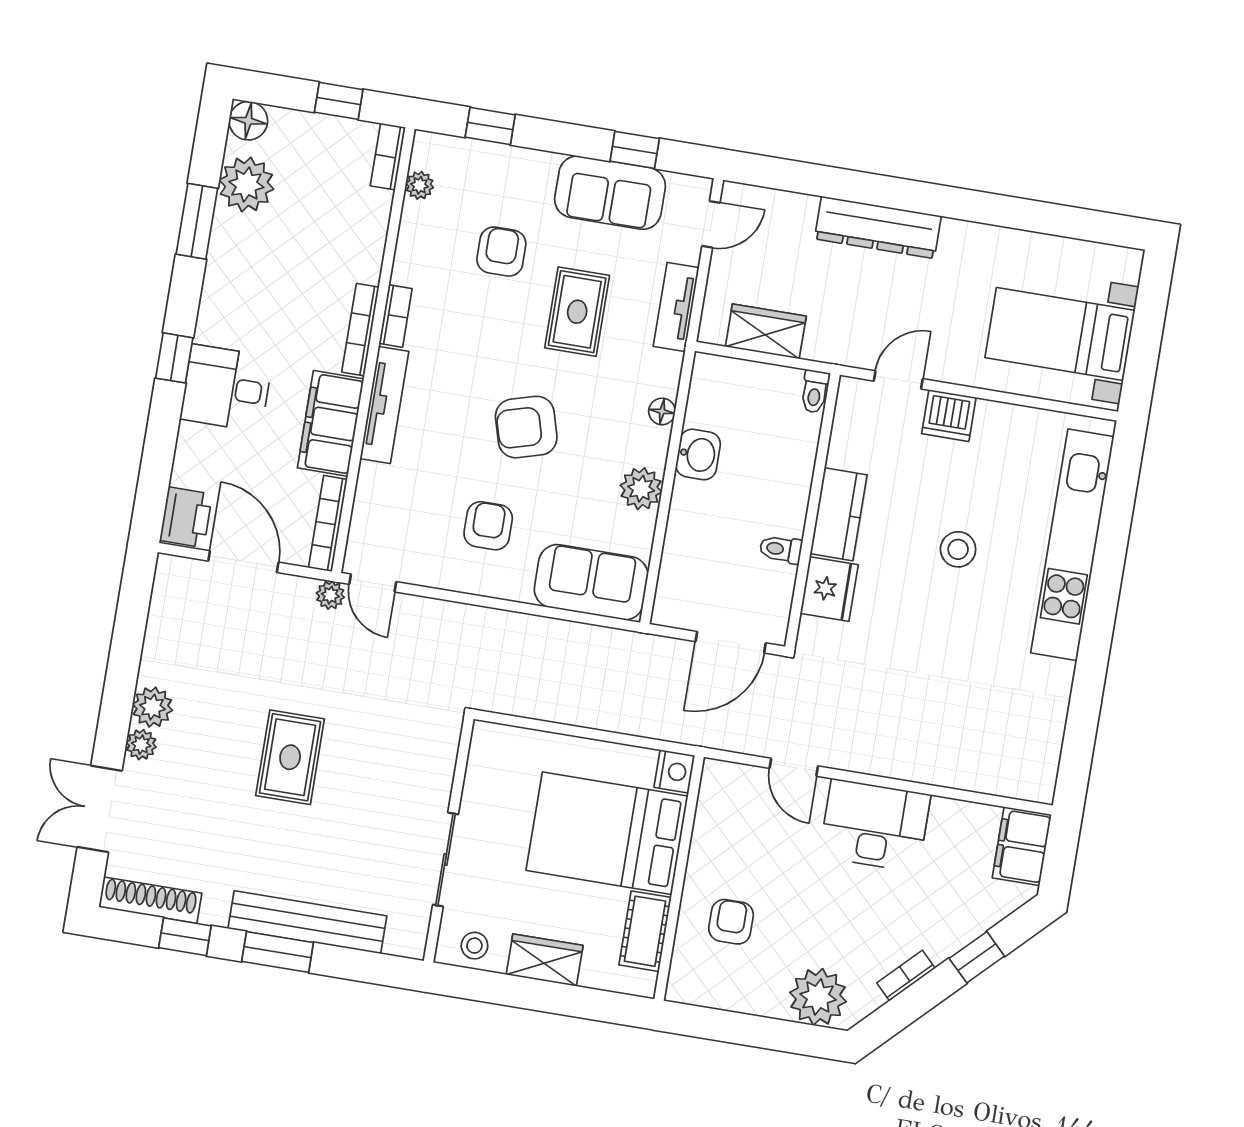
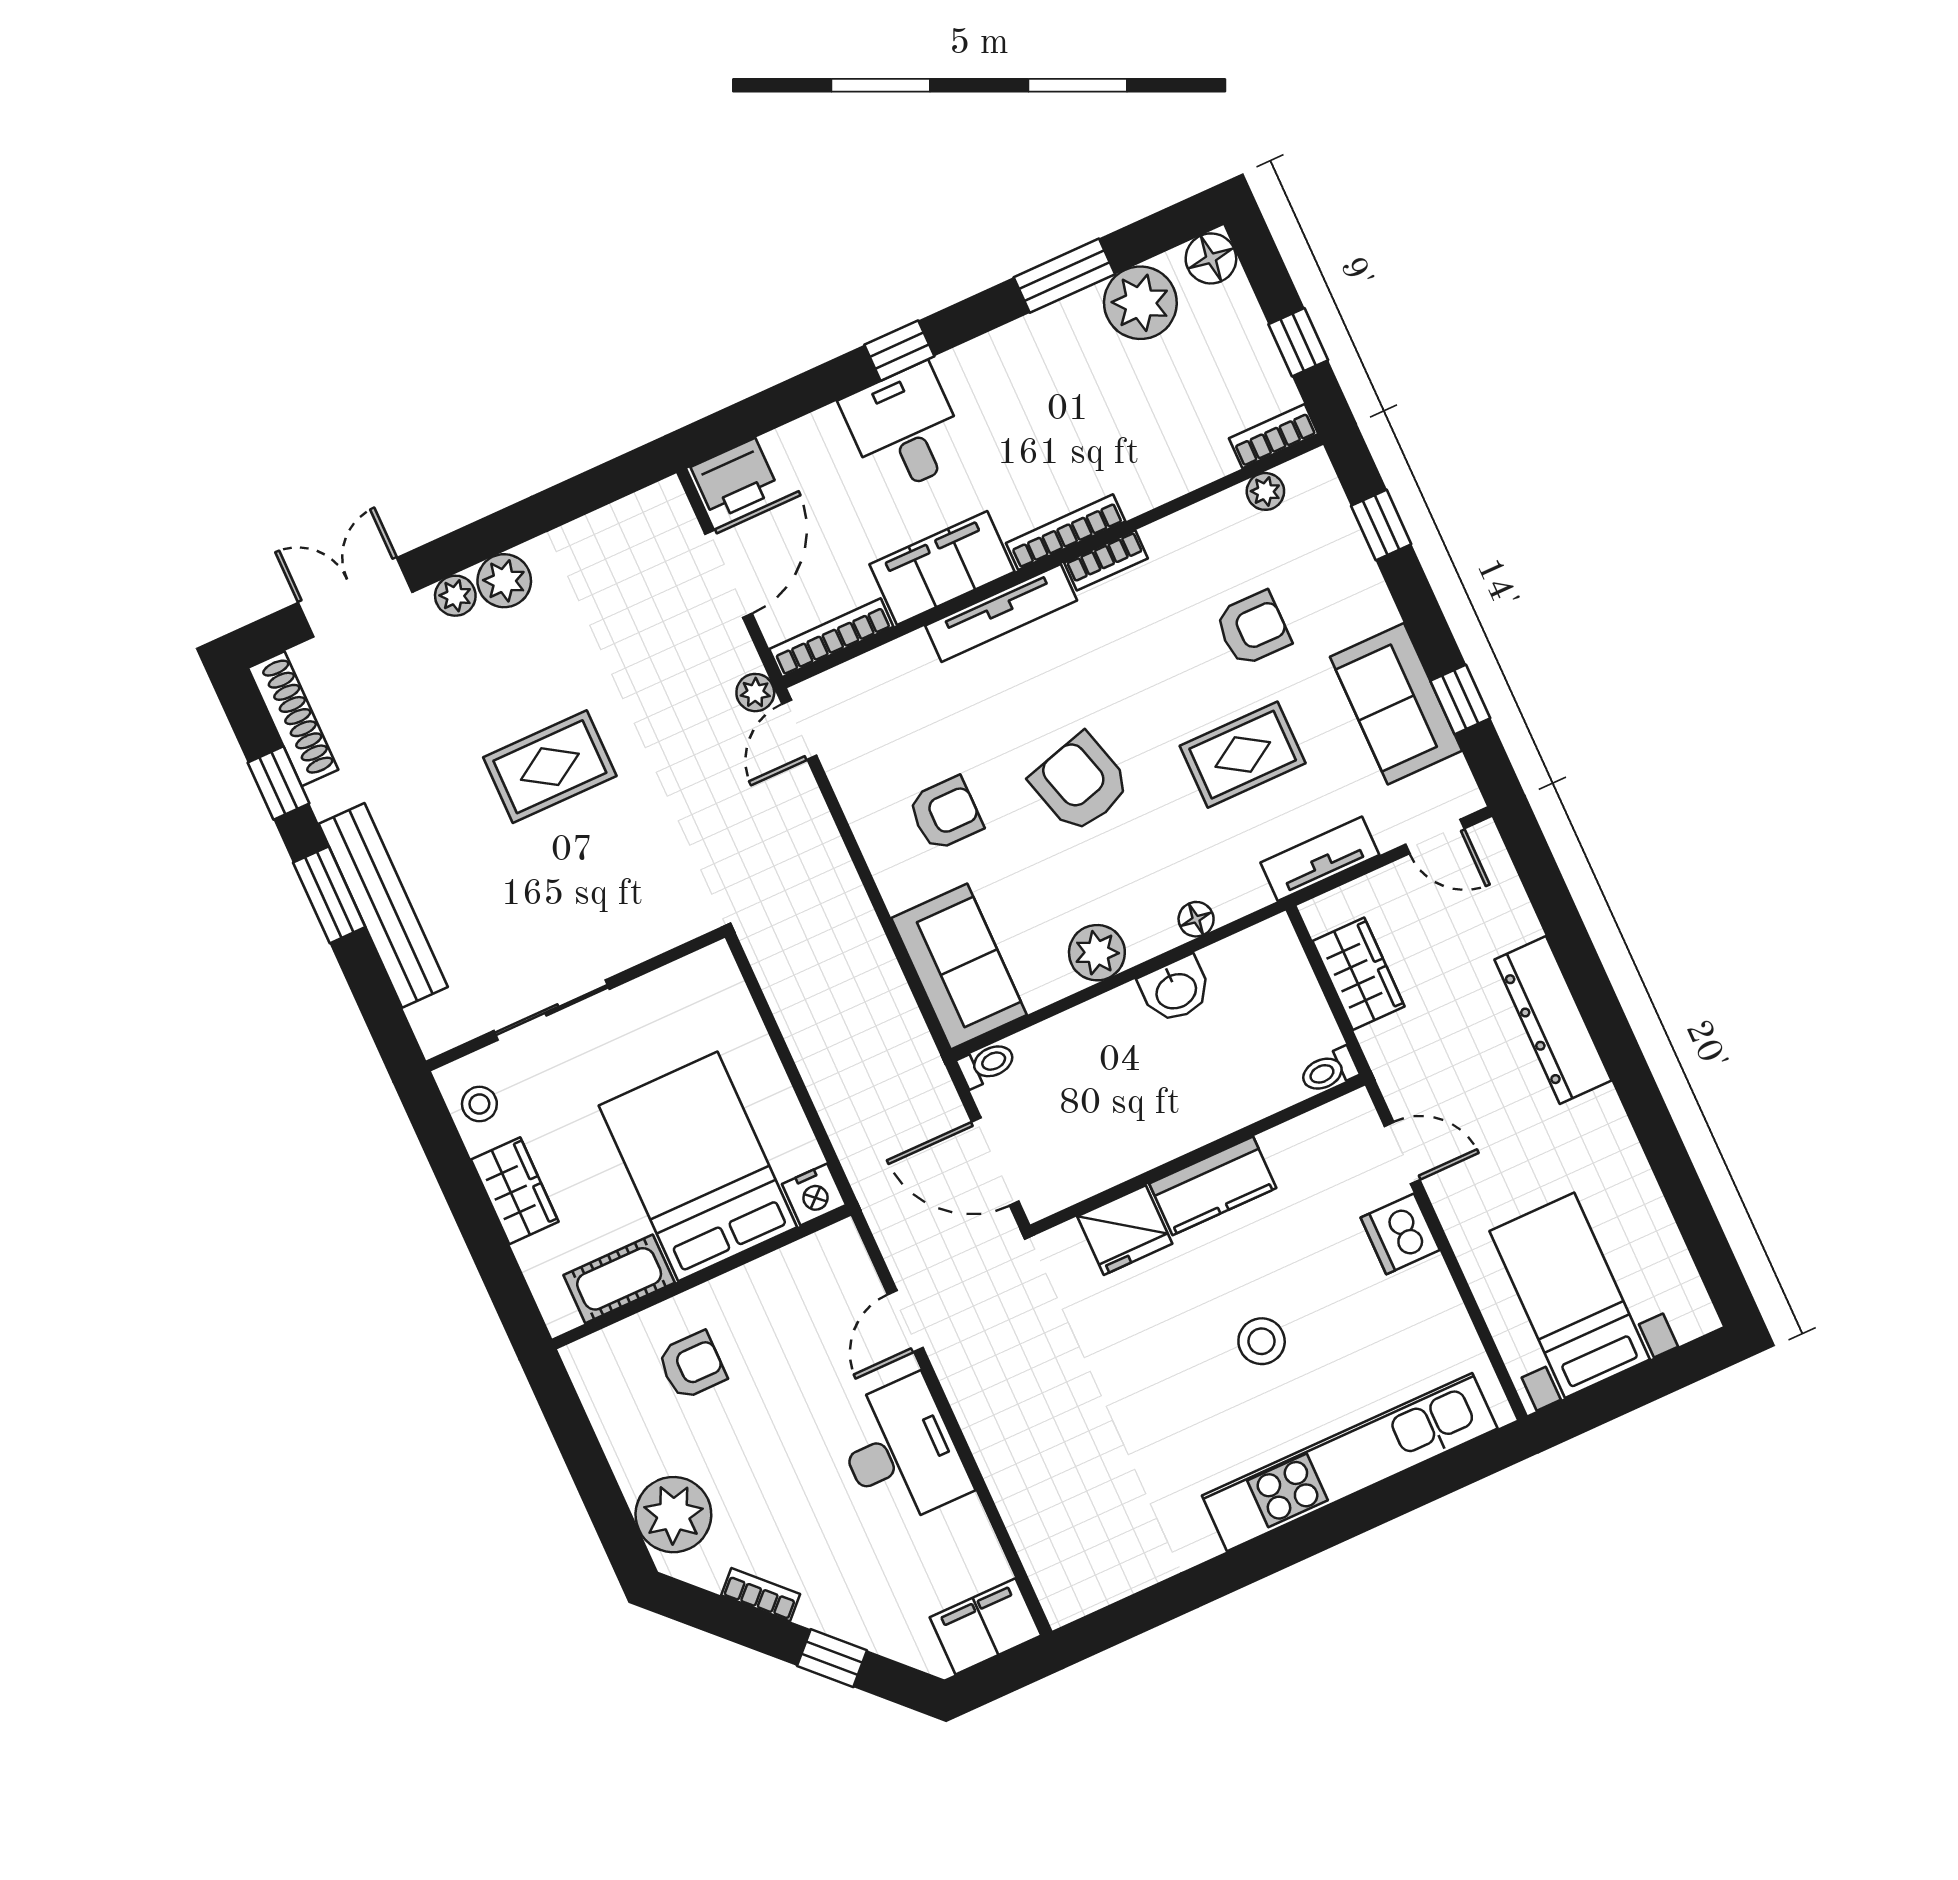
toilet: (781, 549) -> (987, 1064), moved, turned 90

